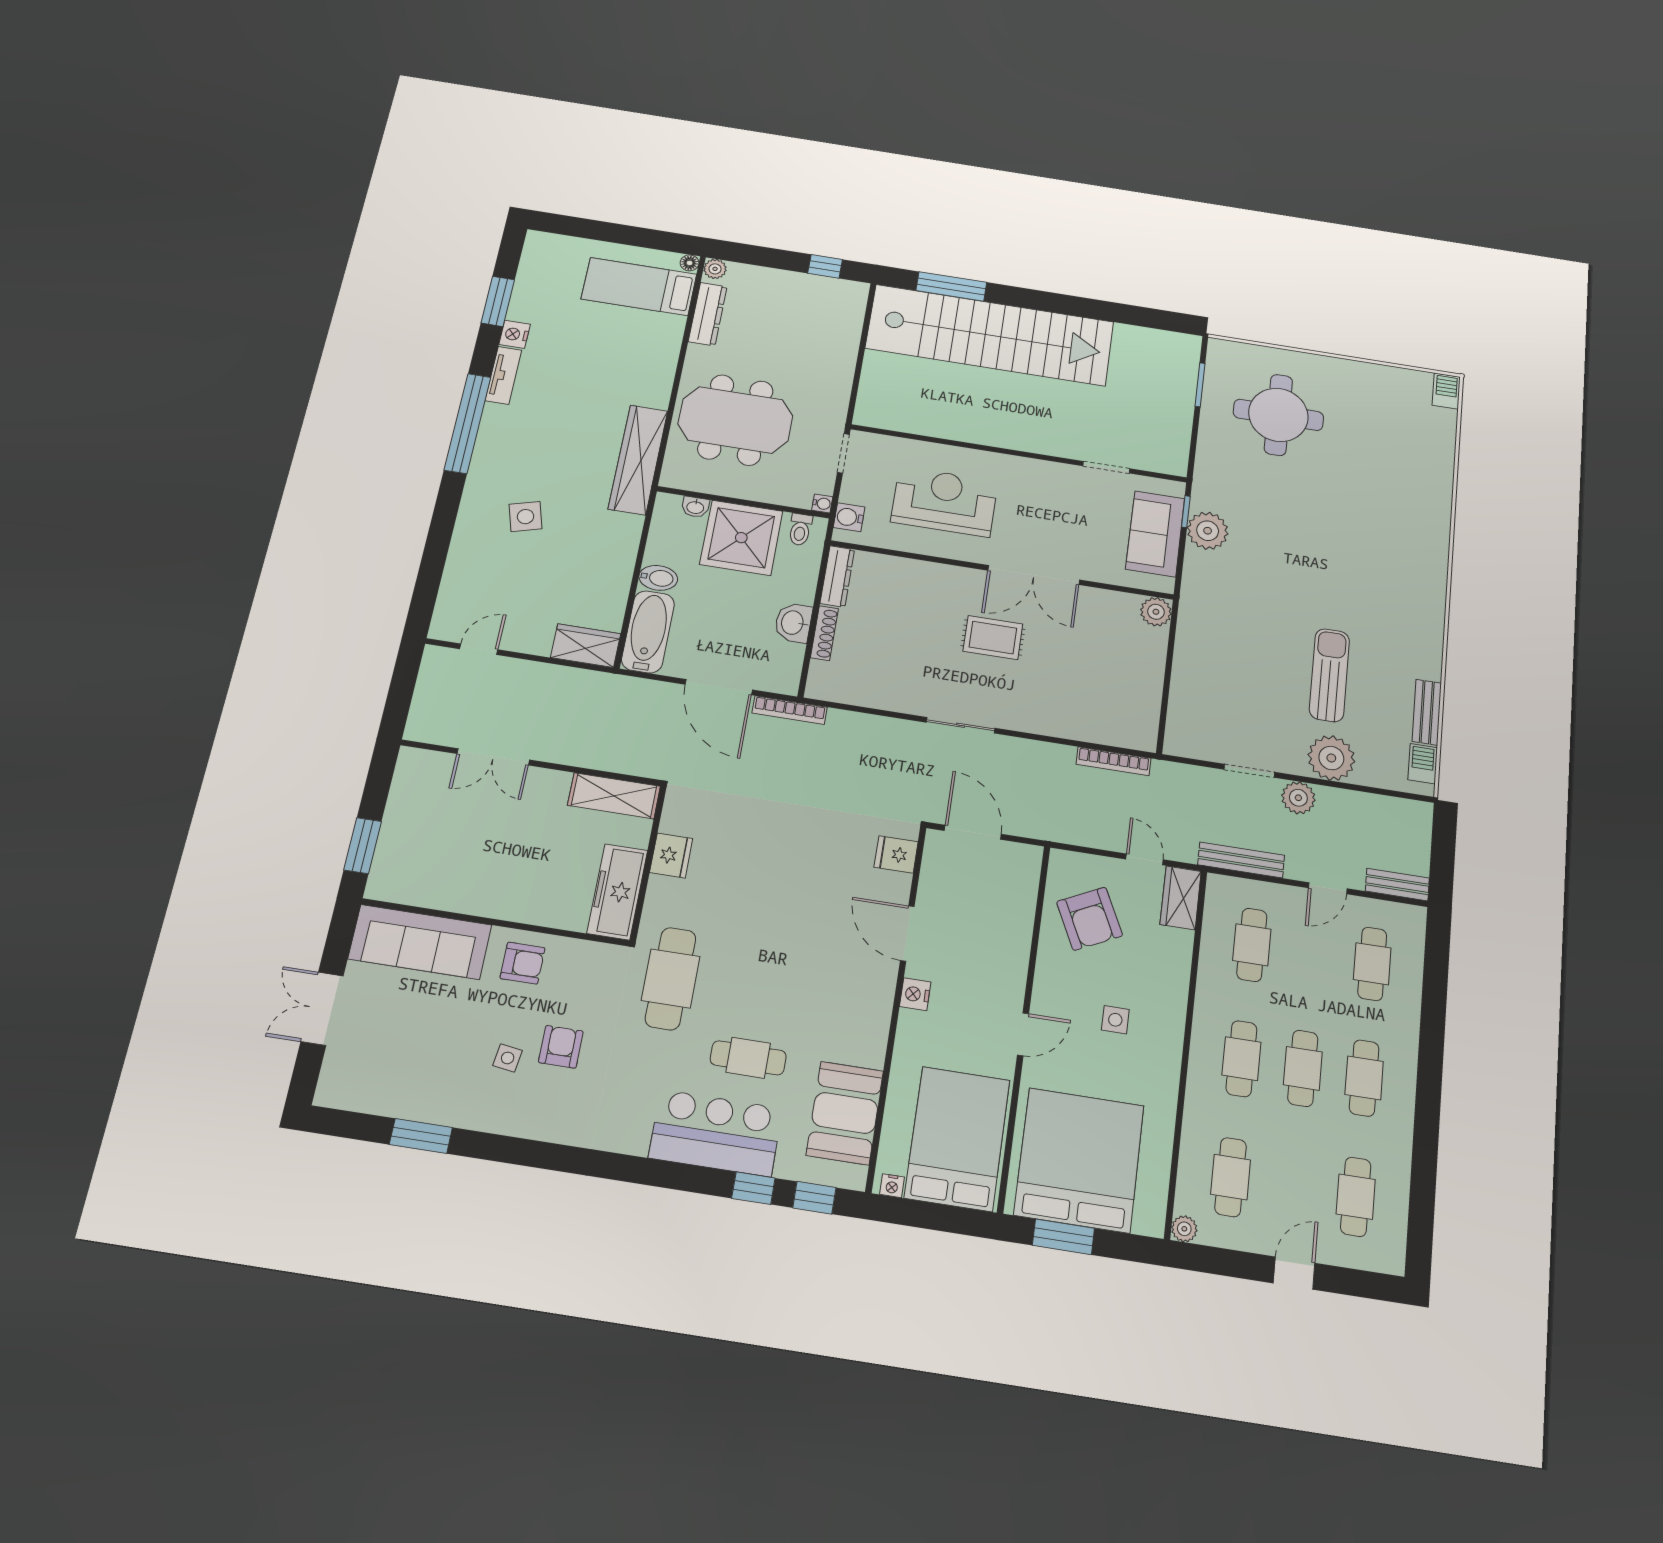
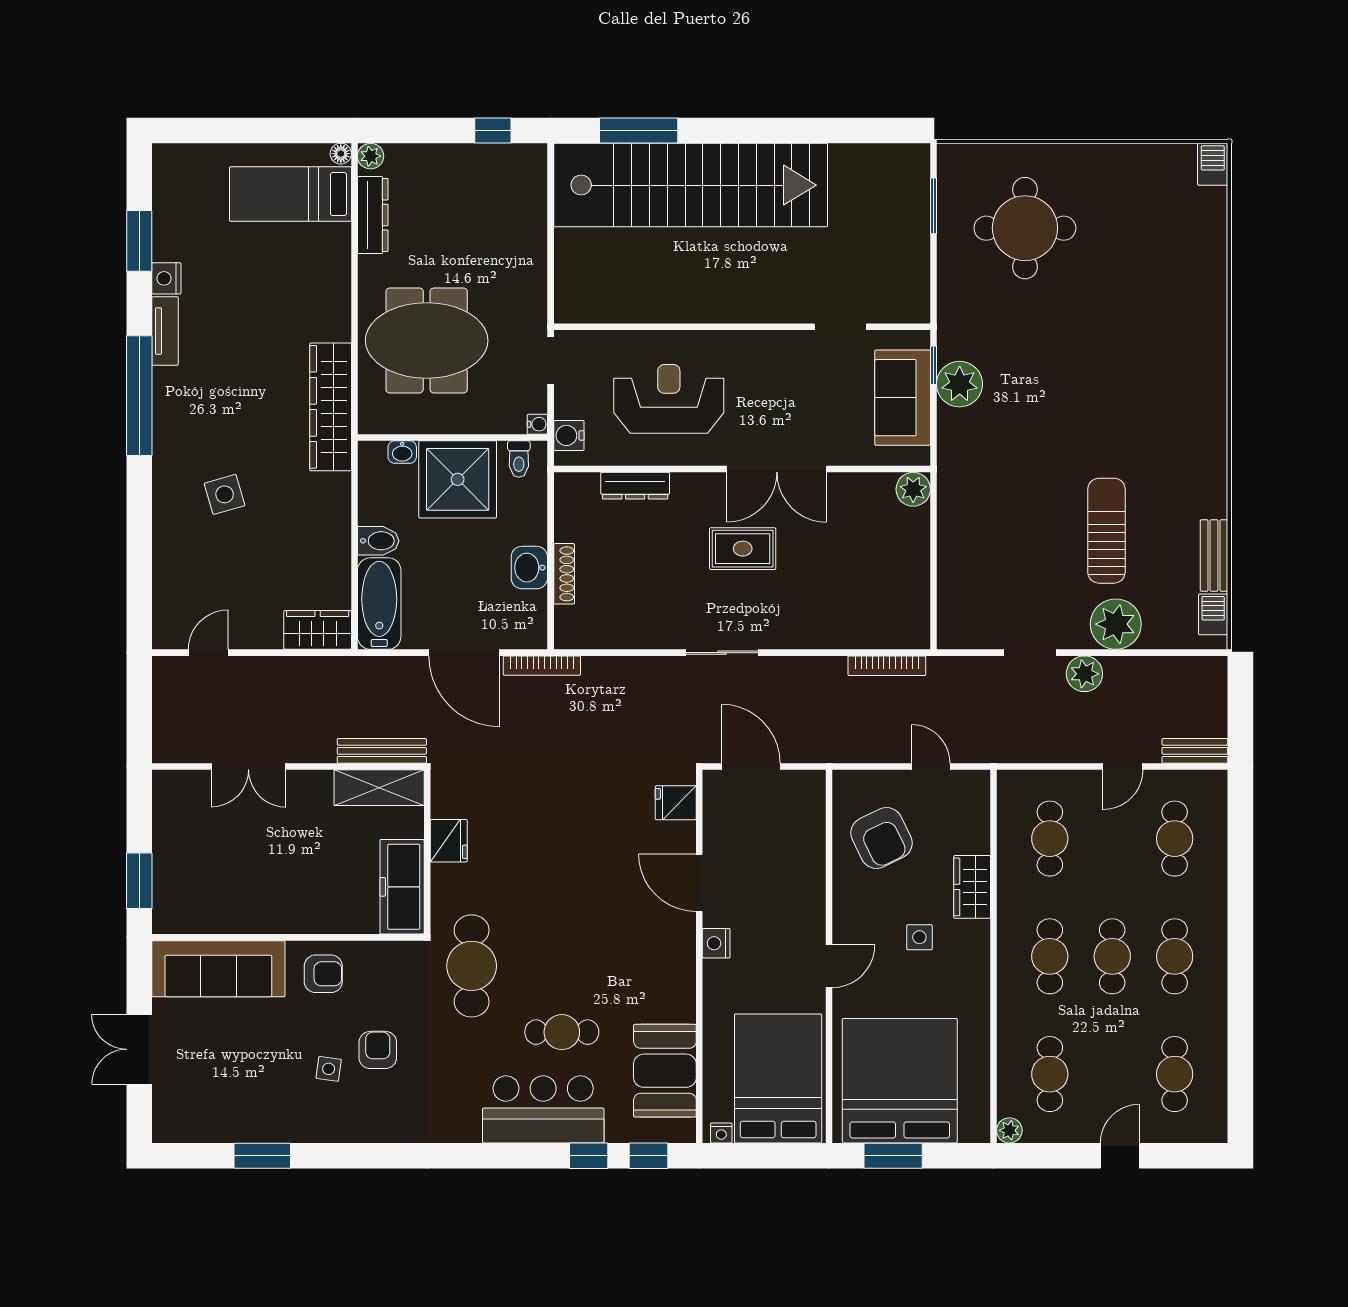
dresser: (837, 576) -> (635, 486), moved, turned 90
bench: (1241, 860) -> (382, 751), moved
wardrobe: (1181, 898) -> (972, 887), moved

